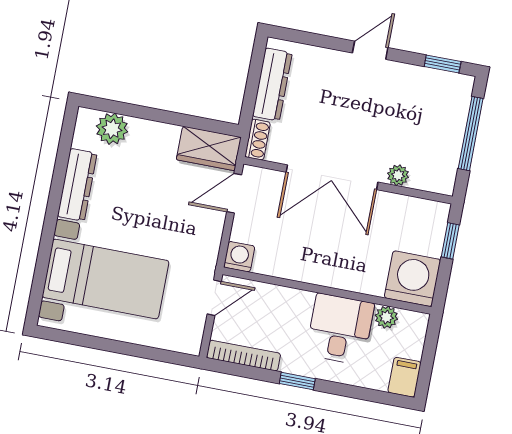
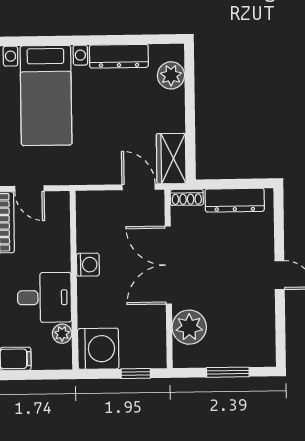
window: (443, 64) -> (280, 337), removed
window: (471, 134) -> (228, 372), width x0.69
plant: (398, 175) -> (189, 327), width x1.88, depth x1.88
washing machine: (239, 257) -> (88, 265), moved
door: (214, 298) -> (29, 189), moved

